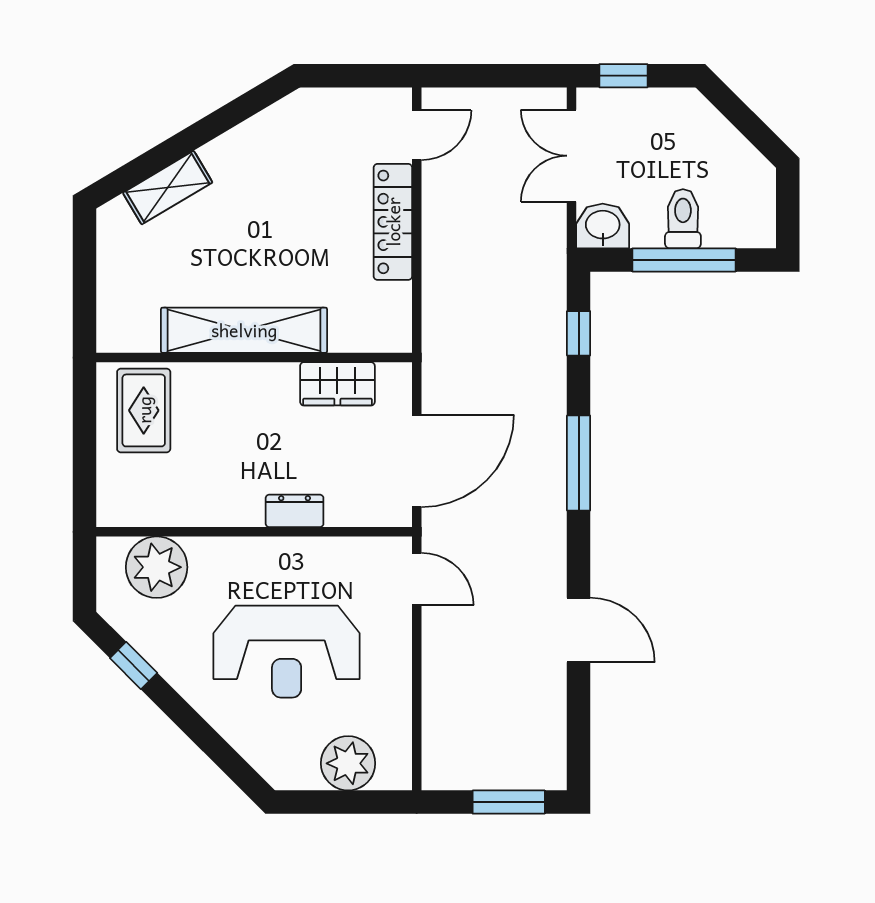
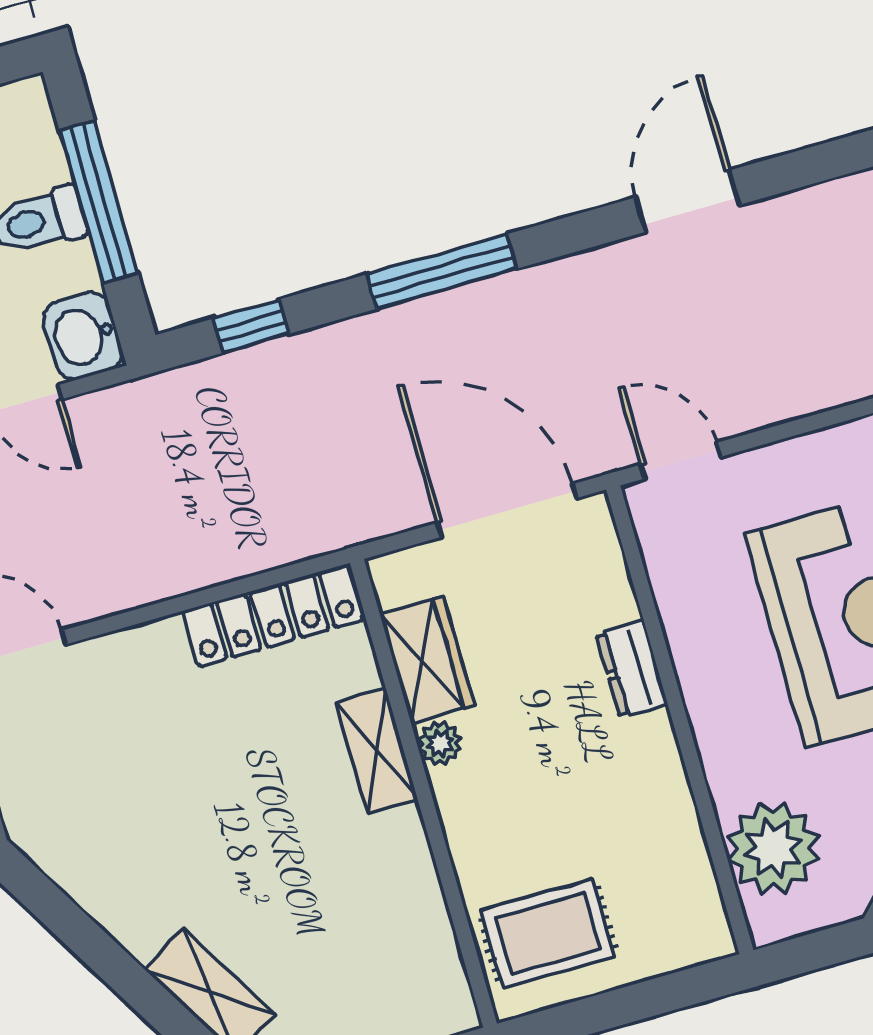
locker: (393, 222) -> (273, 616), moved
shelving: (244, 330) -> (377, 751), width x0.45, depth x0.75
plant: (283, 377) -> (440, 743), added
door: (417, 579) -> (681, 461), hinge flipped

